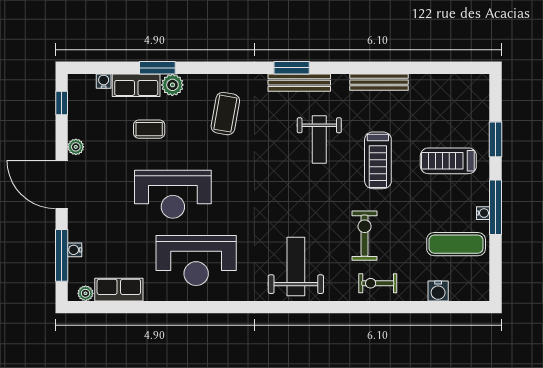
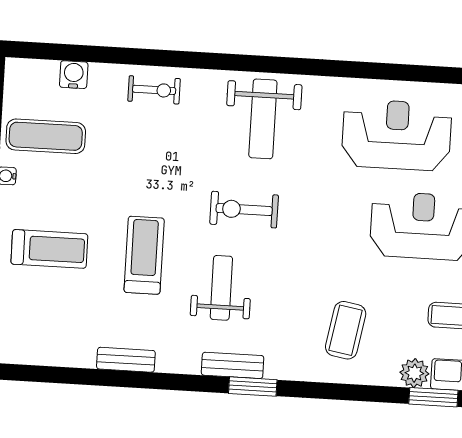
bench: (379, 82) -> (126, 360), width x0.73
bench: (299, 83) -> (233, 365), width x0.73
exercise bike: (365, 236) -> (244, 210), moved, turned 90

